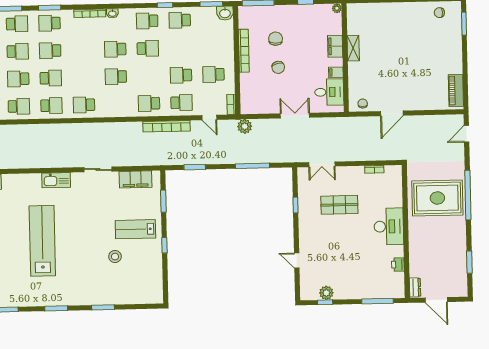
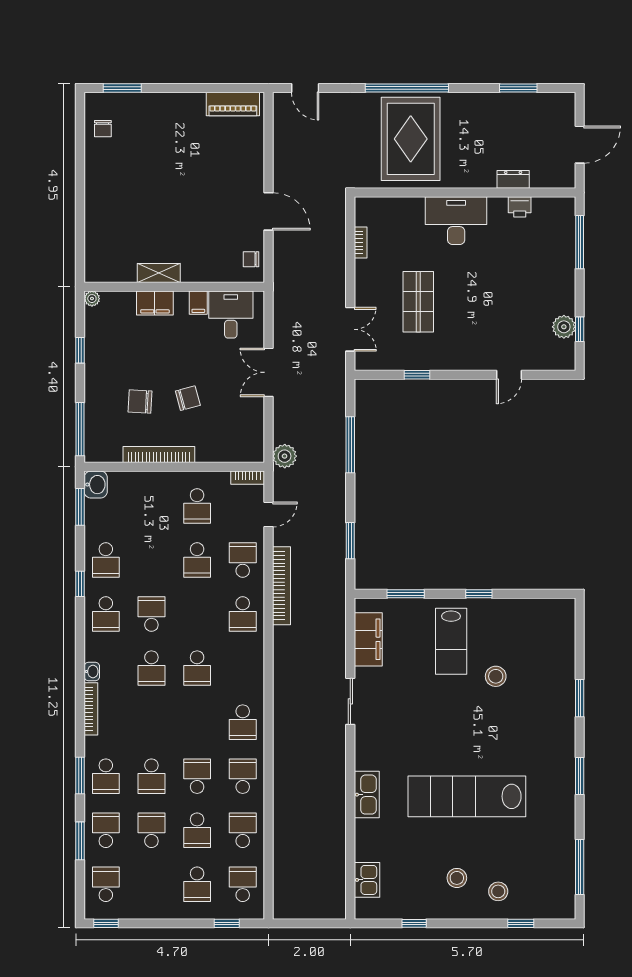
kitchen sink: (56, 180) -> (367, 795), moved
dresser: (415, 287) -> (513, 179), moved

